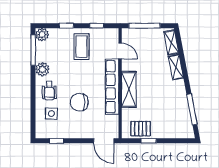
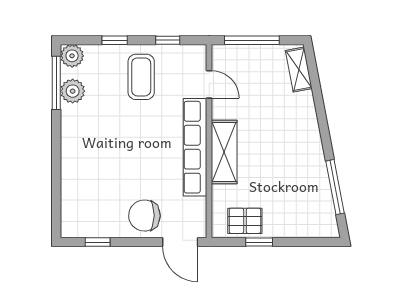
shelving: (176, 67) -> (307, 113), removed
plant: (42, 69) -> (73, 91), moved
wheelchair: (49, 91) -> (85, 155), removed
chair: (79, 102) -> (144, 216), moved
side table: (51, 114) -> (88, 194), removed

